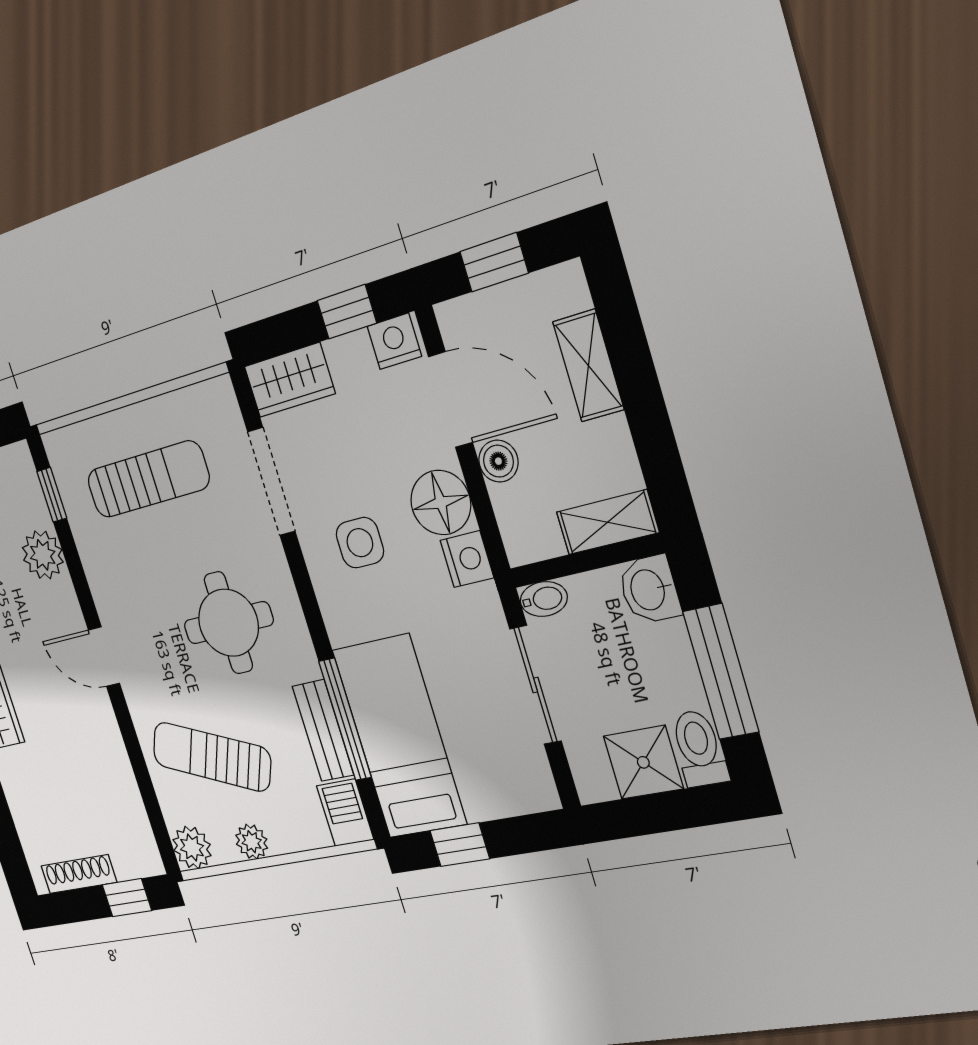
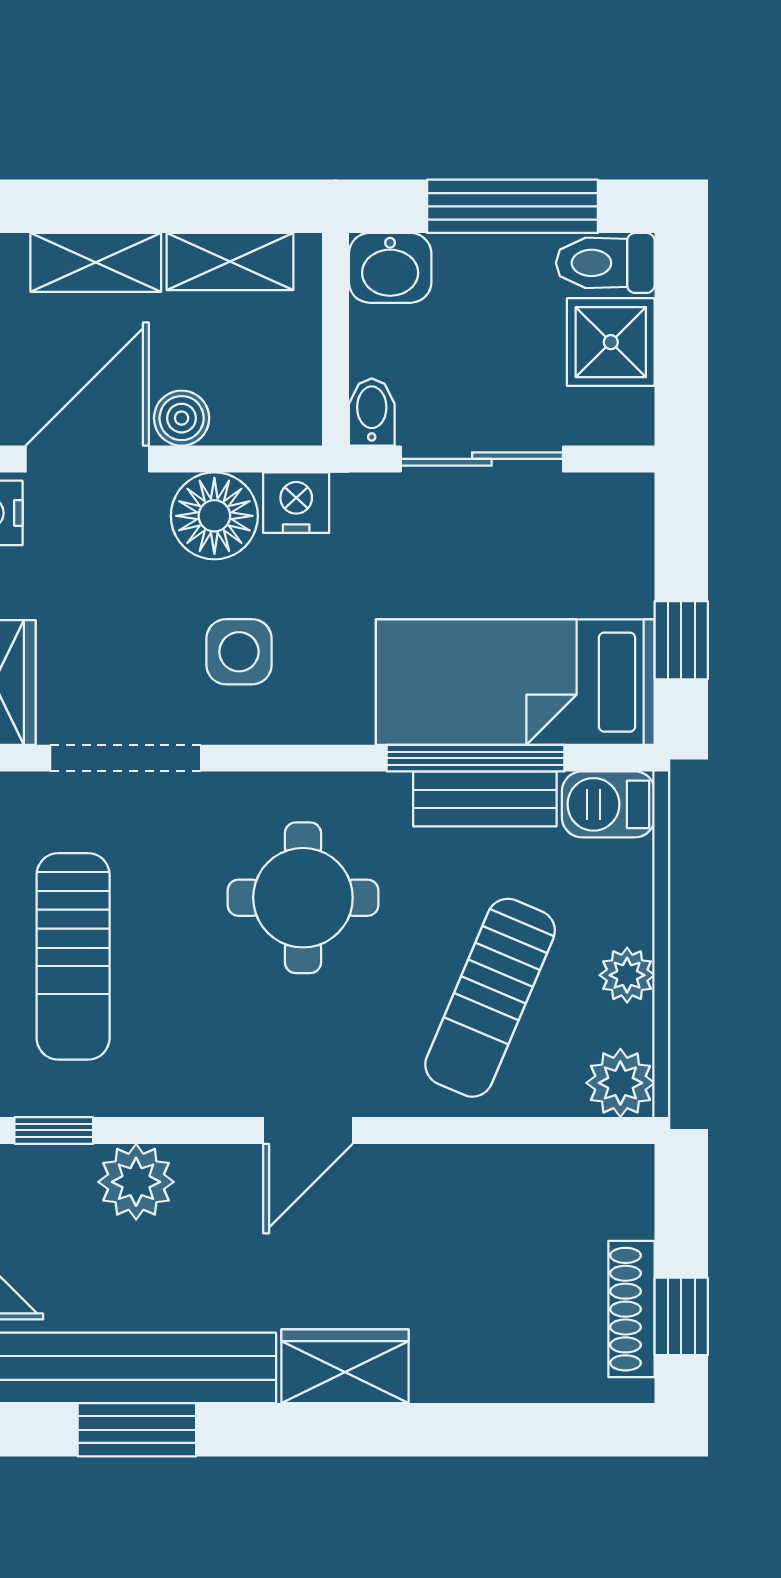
sun lounger: (148, 479) -> (73, 956), turned 180
shelving: (608, 522) -> (230, 261), moved, turned 90
window: (127, 898) -> (681, 1316), moved

